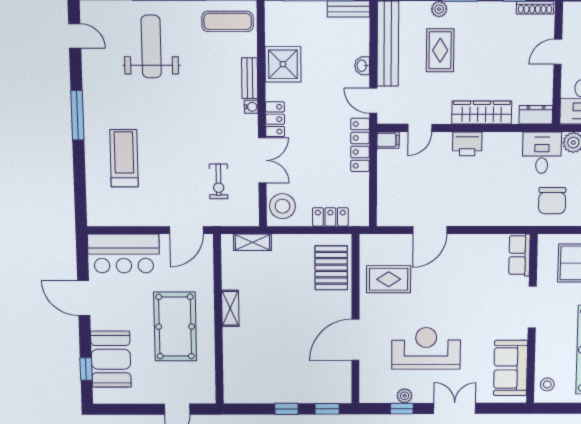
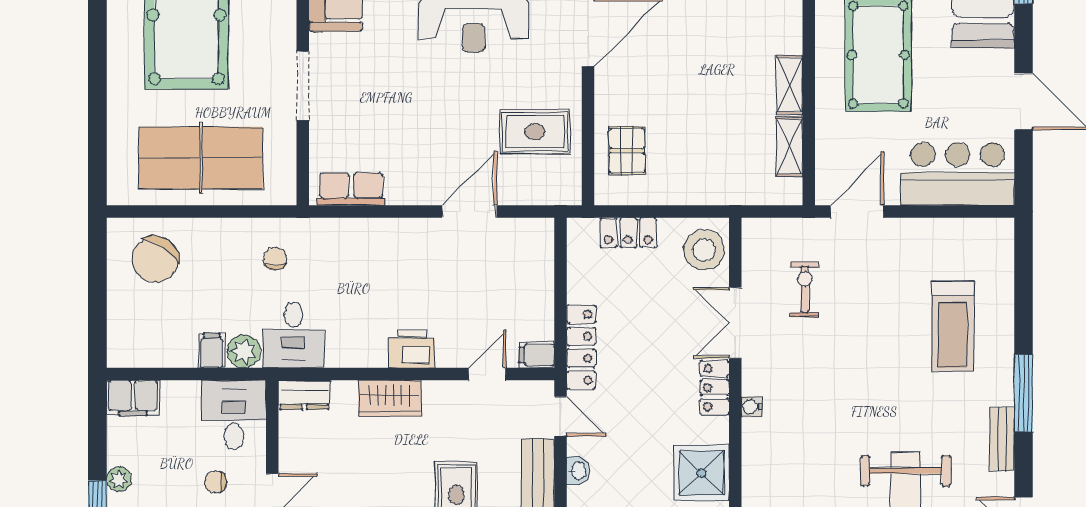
bench: (250, 78) -> (1002, 439), moved
wardrobe: (482, 113) -> (390, 398), width x0.67
chair: (552, 201) -> (275, 259), width x0.54, depth x0.54
shelving: (252, 242) -> (789, 147), moved, turned 90
row of seats: (519, 255) -> (351, 189), moved, turned -90
pallet: (331, 268) -> (627, 151), width x0.67, depth x0.71

